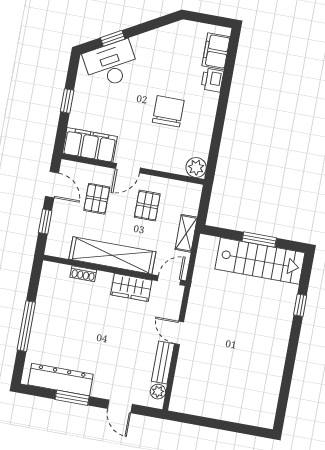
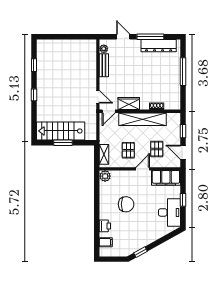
window: (113, 38) -> (141, 252), moved
filing cabinet: (216, 51) -> (106, 242), width x0.50
desk: (111, 64) -> (169, 212), moved, turned -61
chair: (168, 111) -> (126, 204), turned -90
shelving: (186, 233) -> (104, 154), moved
window: (300, 305) -> (34, 95), moved
door: (179, 333) -> (98, 97), moved
window: (286, 385) -> (34, 65), added
window: (72, 398) -> (150, 37), width x1.44

